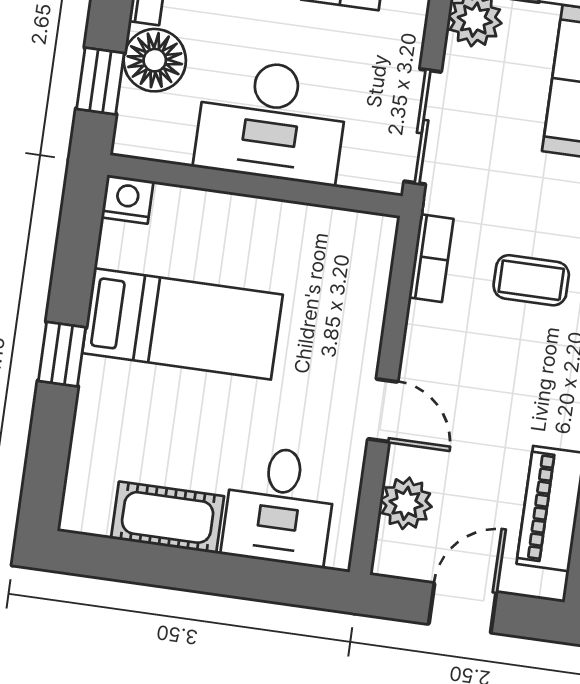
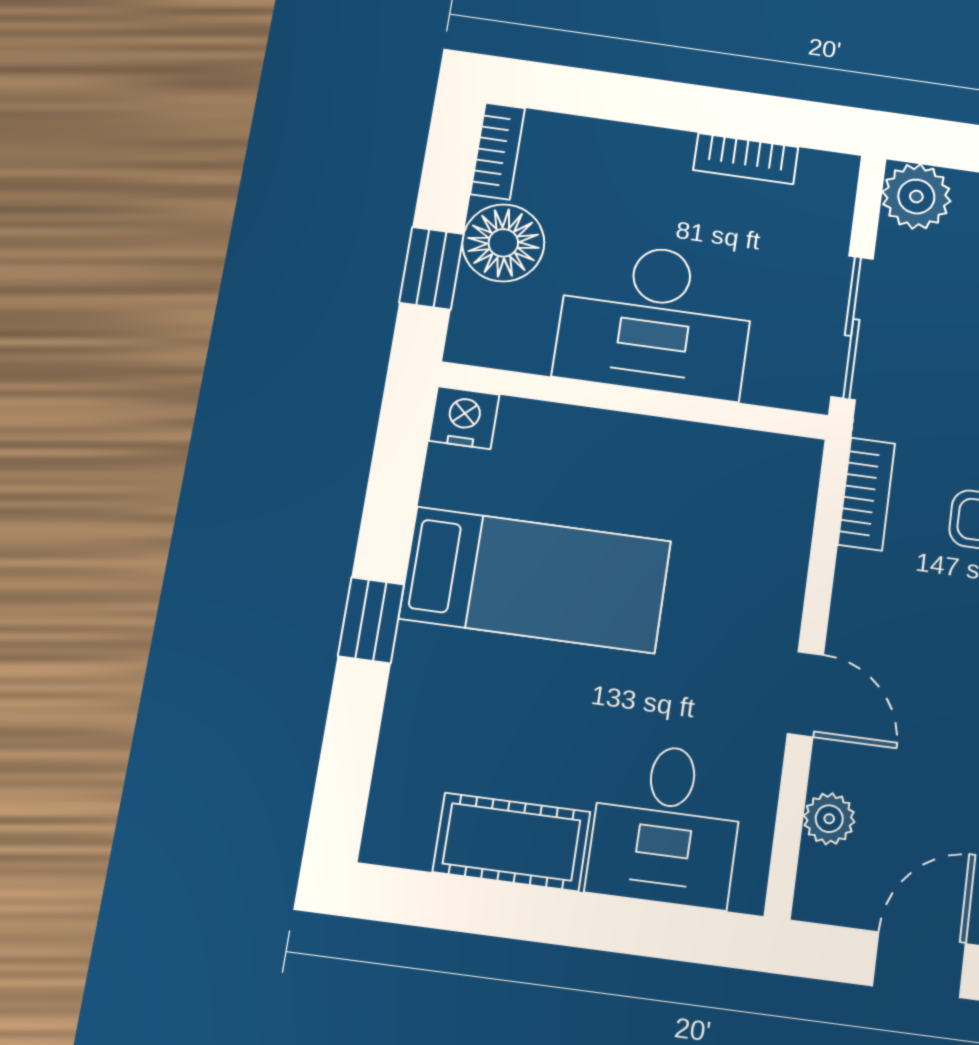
plant: (406, 503) -> (829, 819), width x0.73, depth x0.73

